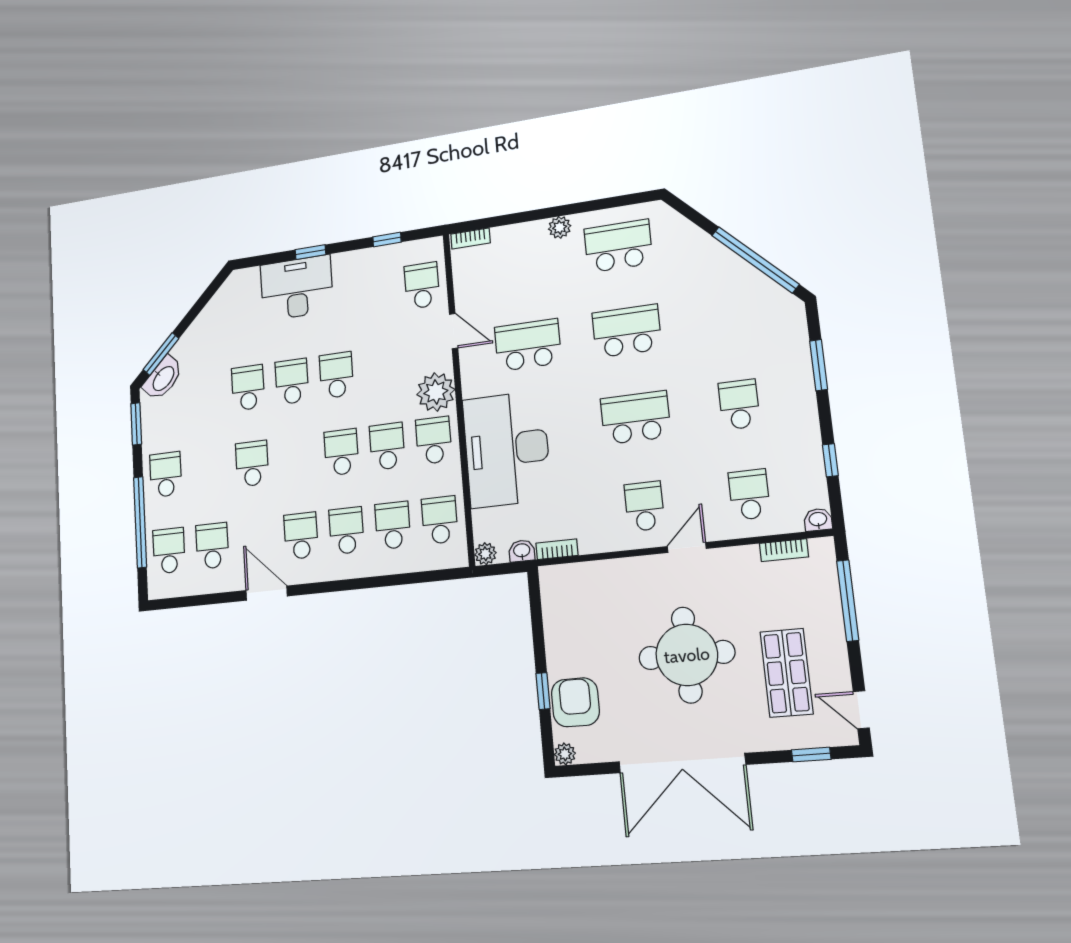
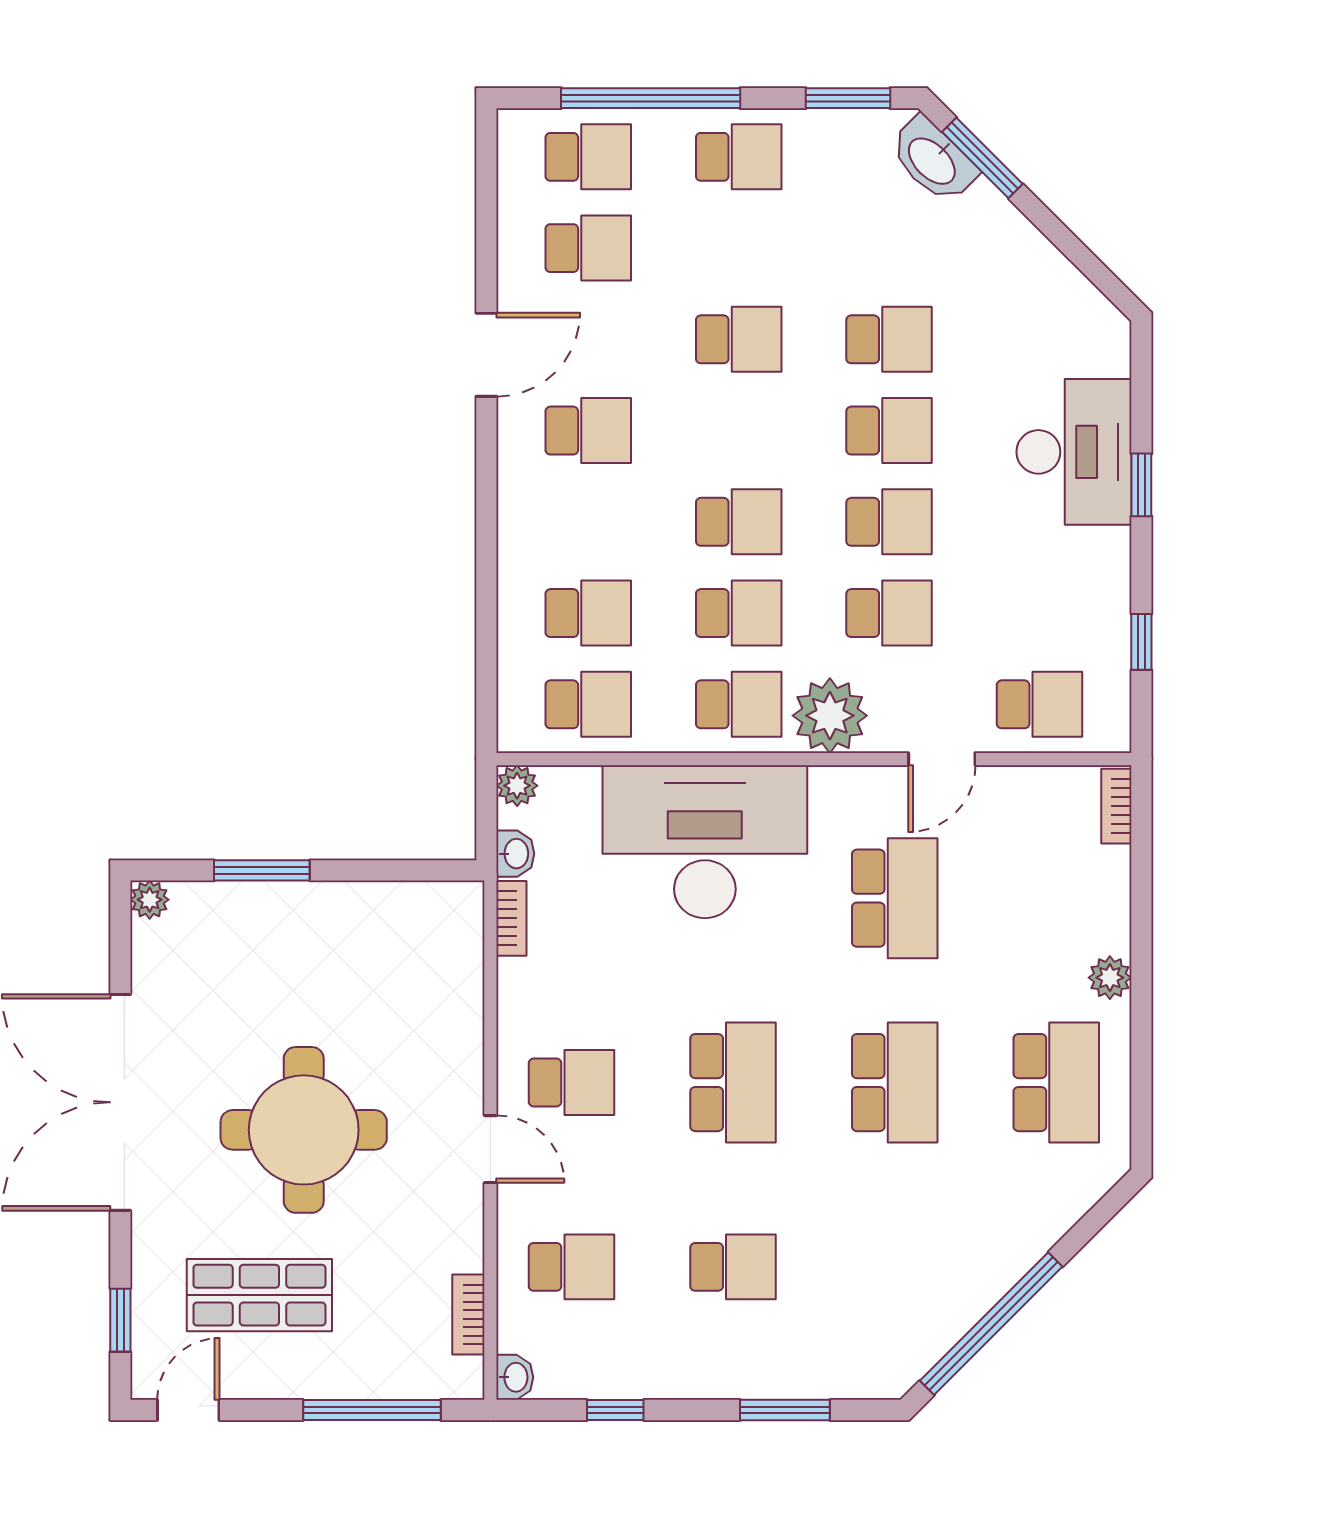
school desk: (346, 531) -> (889, 613), moved
window: (543, 691) -> (262, 870), width x1.50
armchair: (575, 702) -> (238, 927), removed

